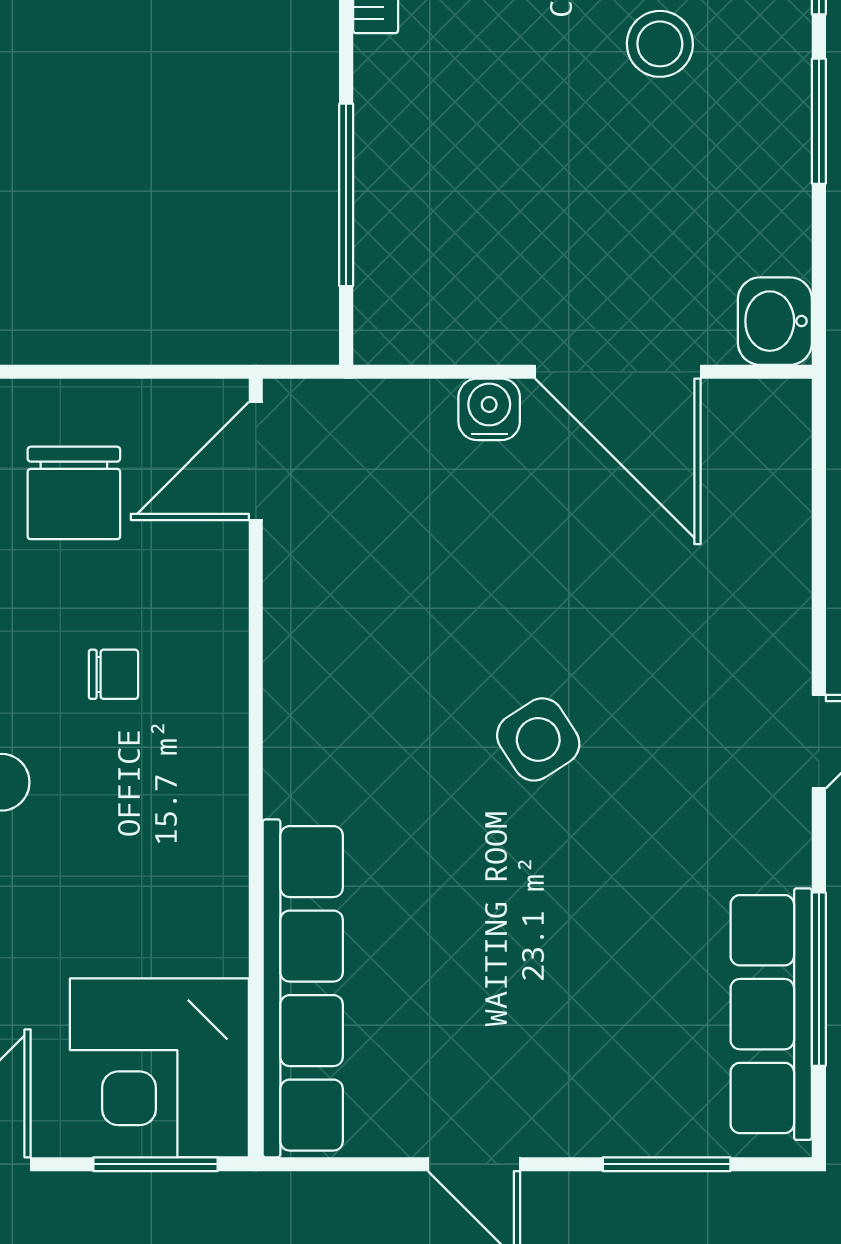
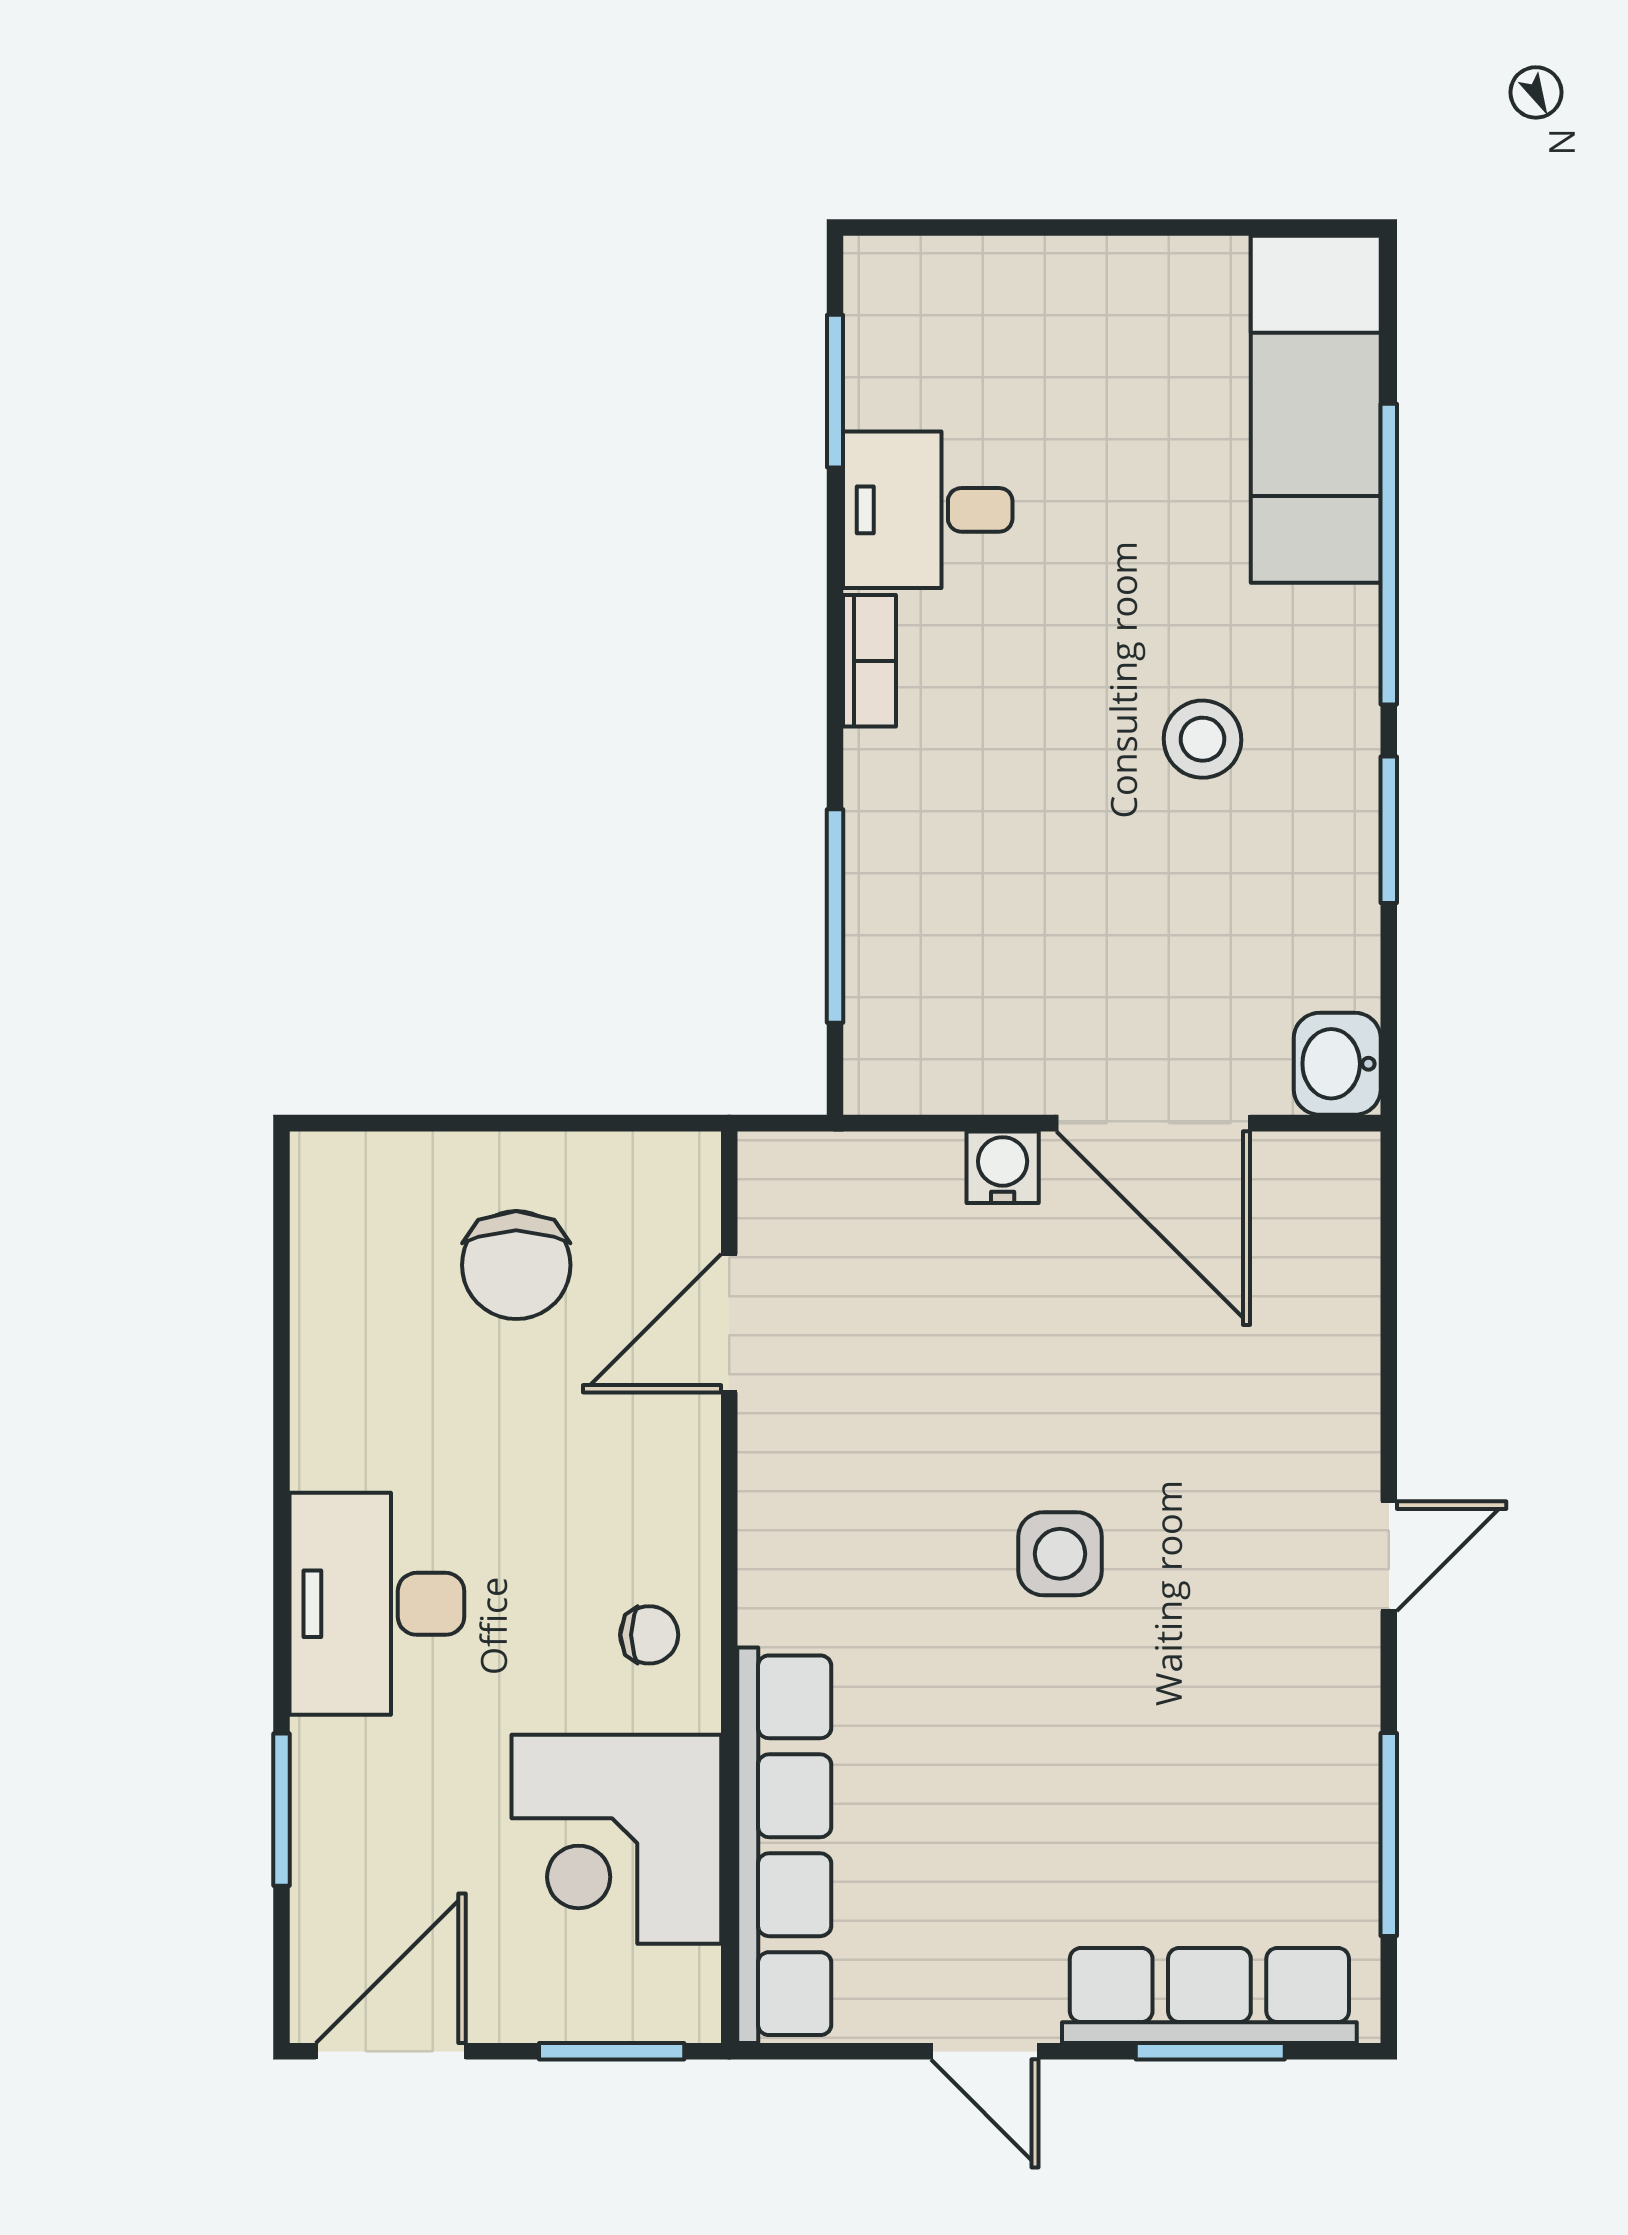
door: (256, 461) -> (729, 1323), moved
chair: (113, 674) -> (649, 1635), moved
side table: (538, 739) -> (1060, 1554), turned 33
row of seats: (771, 1014) -> (1209, 1995), moved, turned 90
corner desk: (159, 1068) -> (616, 1839), moved

